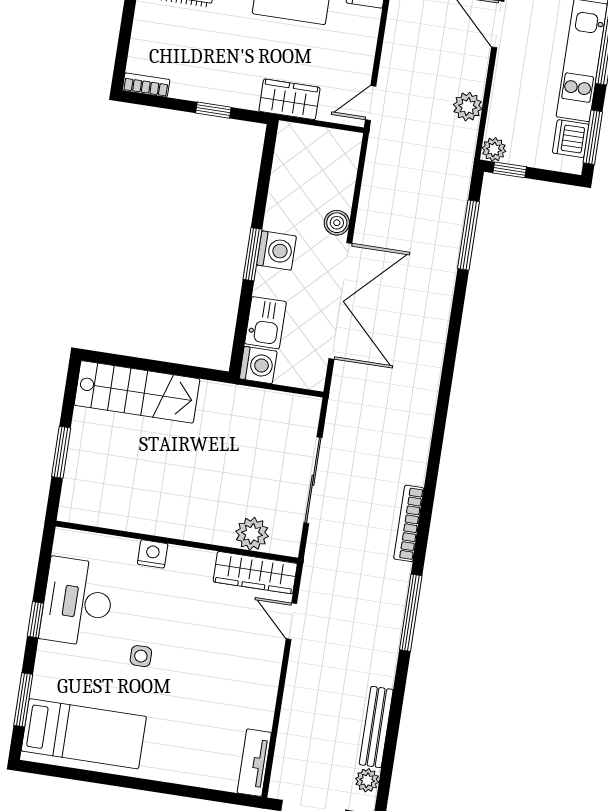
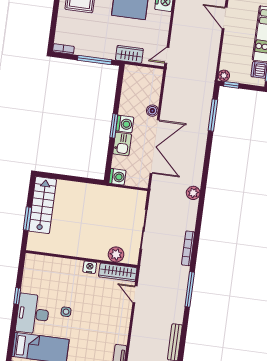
plant: (468, 107) -> (193, 193), moved
window: (213, 110) -> (95, 60), width x2.17
kitchen sink: (265, 323) -> (122, 144), moved
stairs: (137, 392) -> (42, 205), moved, turned -90
nightstand: (153, 554) -> (90, 267), moved
desk: (77, 602) -> (33, 314), moved
window: (23, 700) -> (12, 333), removed

